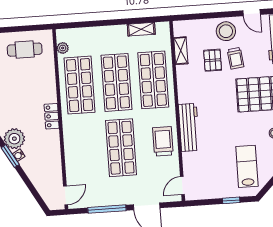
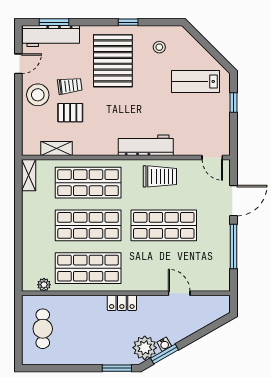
shelving: (141, 29) -> (29, 175), moved
trolley: (163, 141) -> (160, 176), turned 180
door: (66, 195) -> (179, 293), moved

